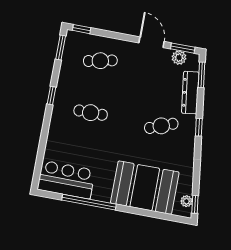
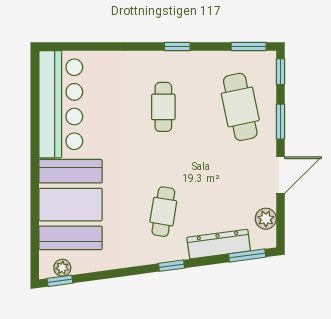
window: (183, 48) -> (280, 122), moved
cafe table: (100, 61) -> (240, 107), width x1.37, depth x1.35
cafe table: (161, 126) -> (163, 212), turned 30
bar counter: (66, 180) -> (61, 104), width x1.36
window: (89, 202) -> (35, 129), removed

